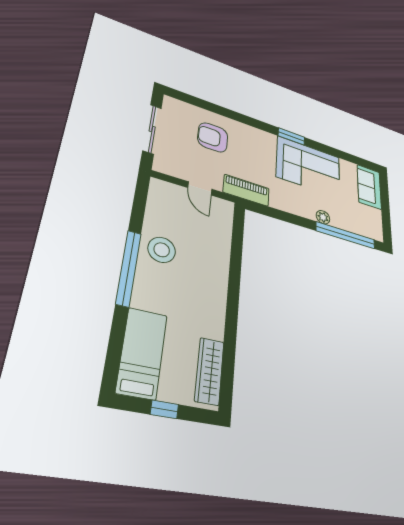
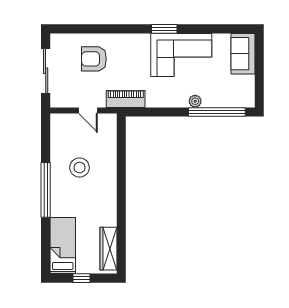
stool: (162, 250) -> (80, 168), moved

